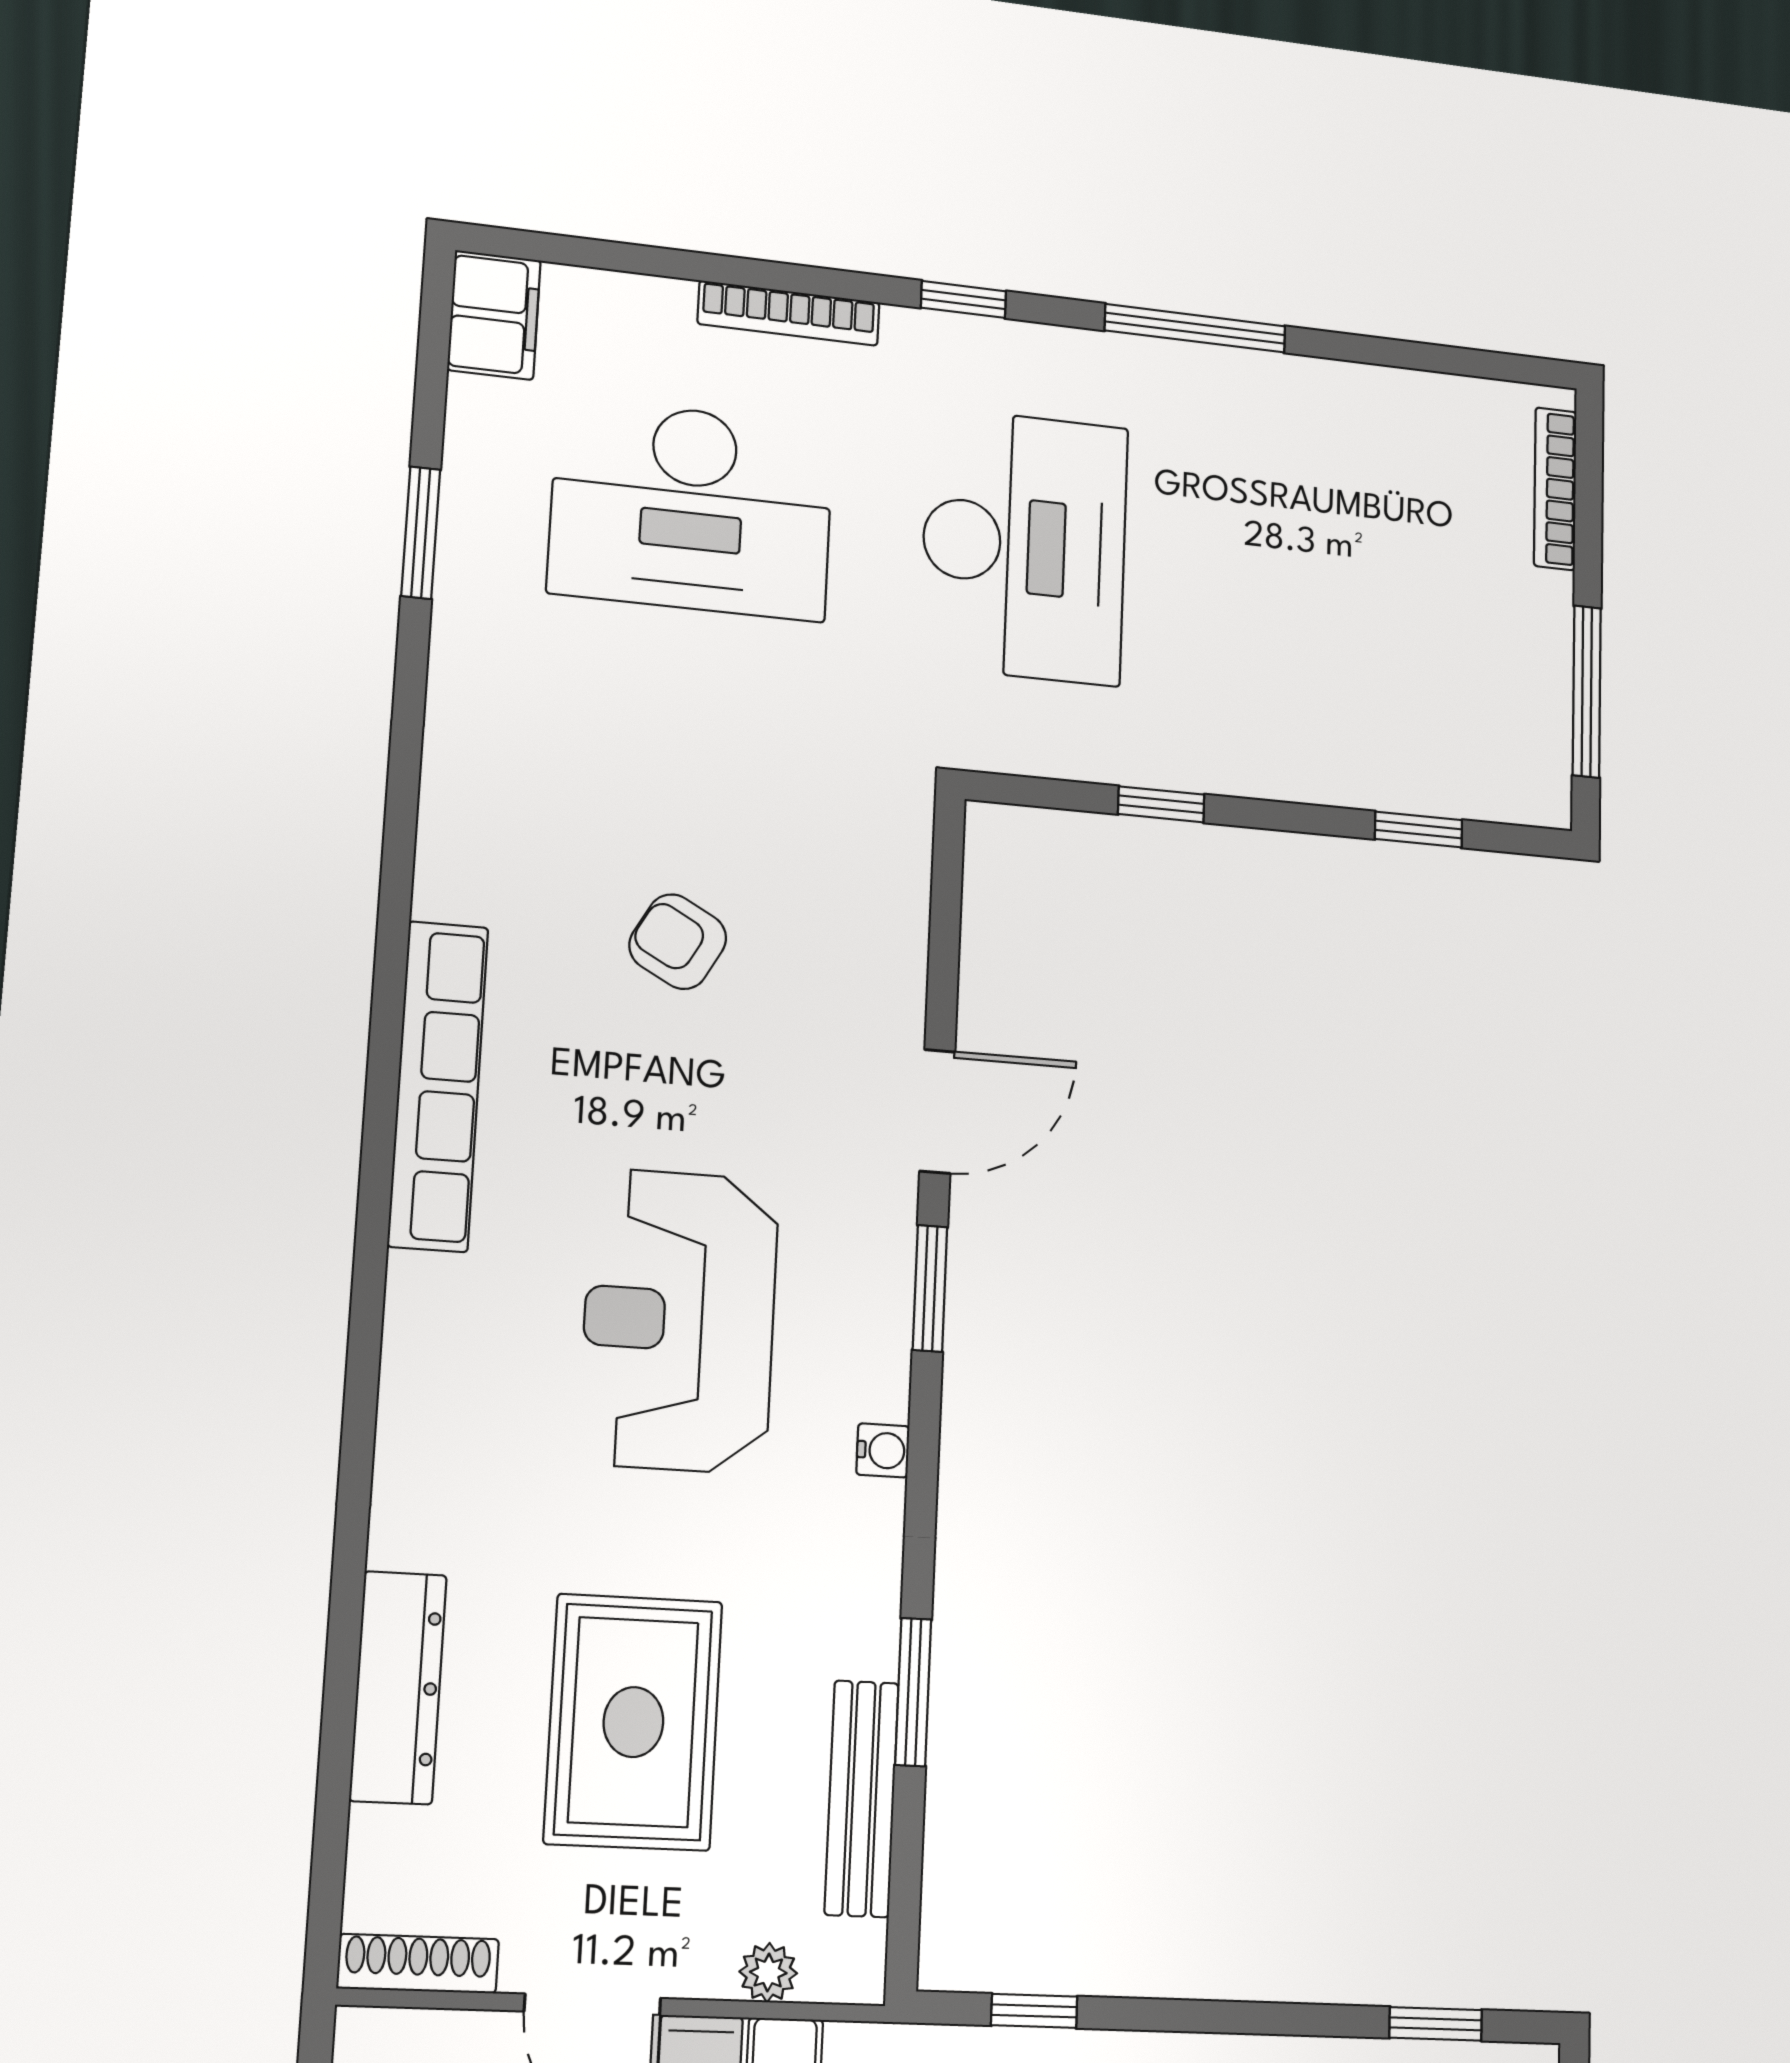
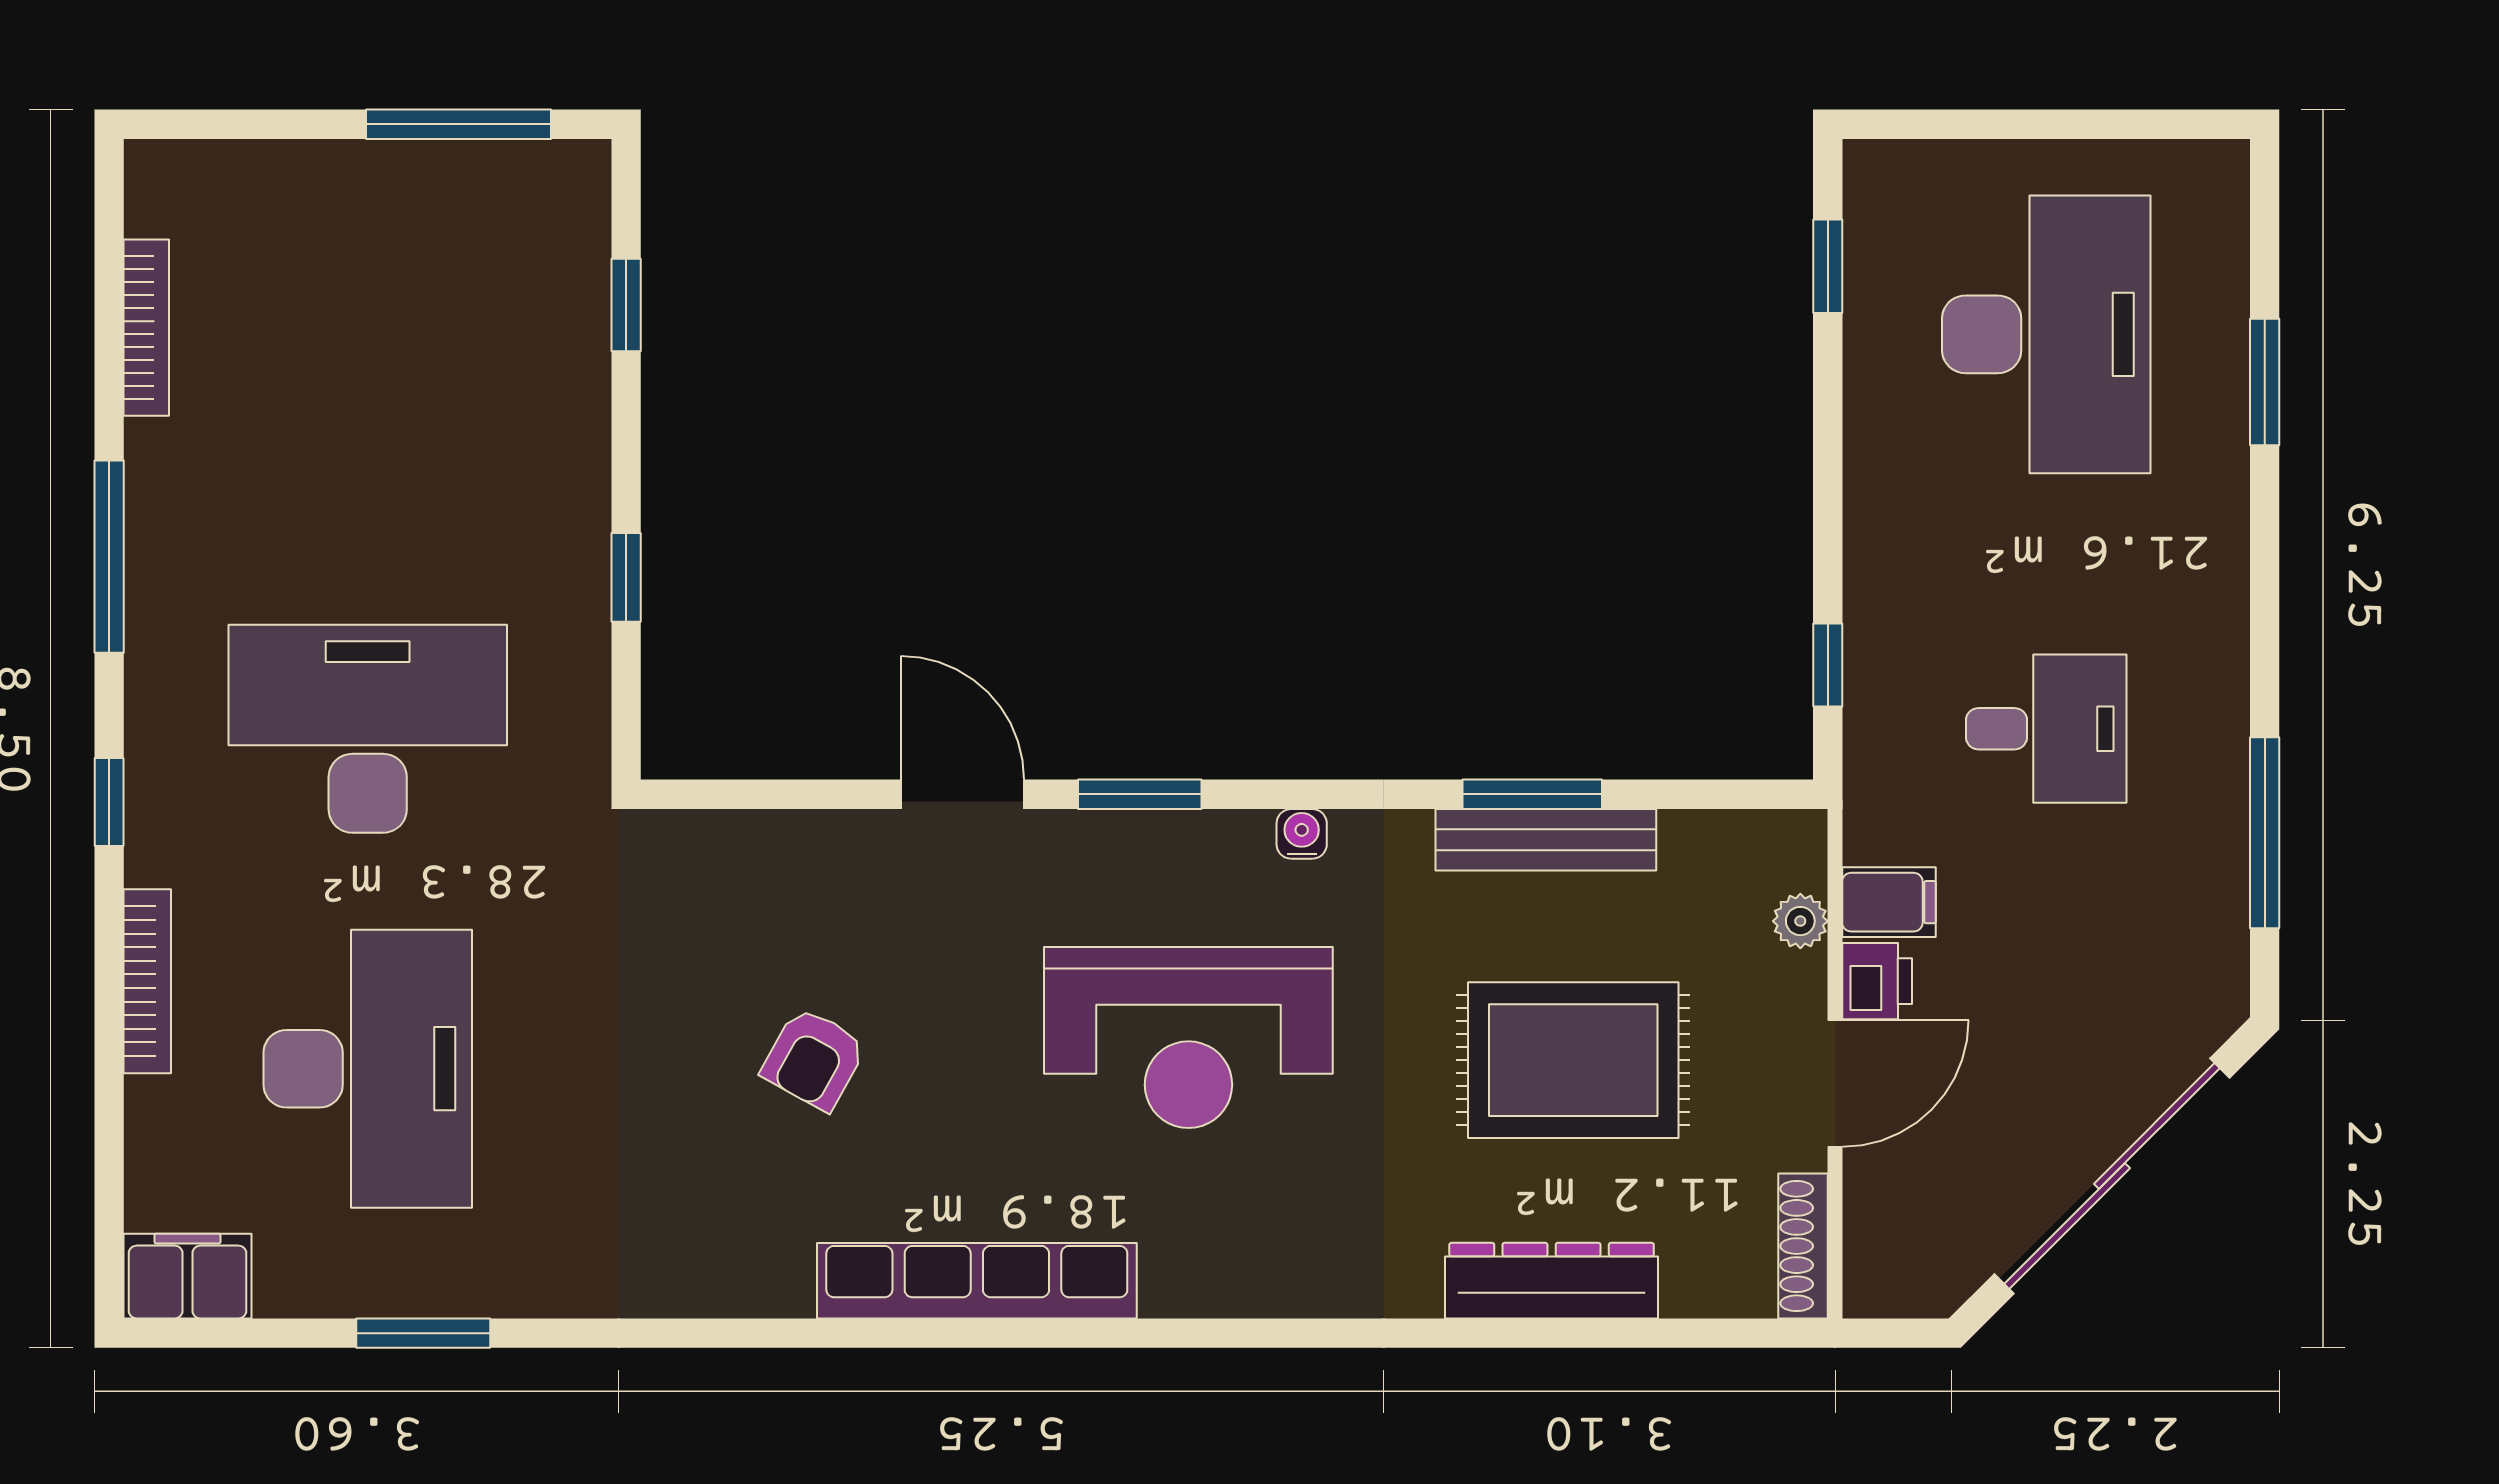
bookcase: (1555, 489) -> (146, 328), moved, turned -90
bench: (862, 1798) -> (1546, 840), moved

